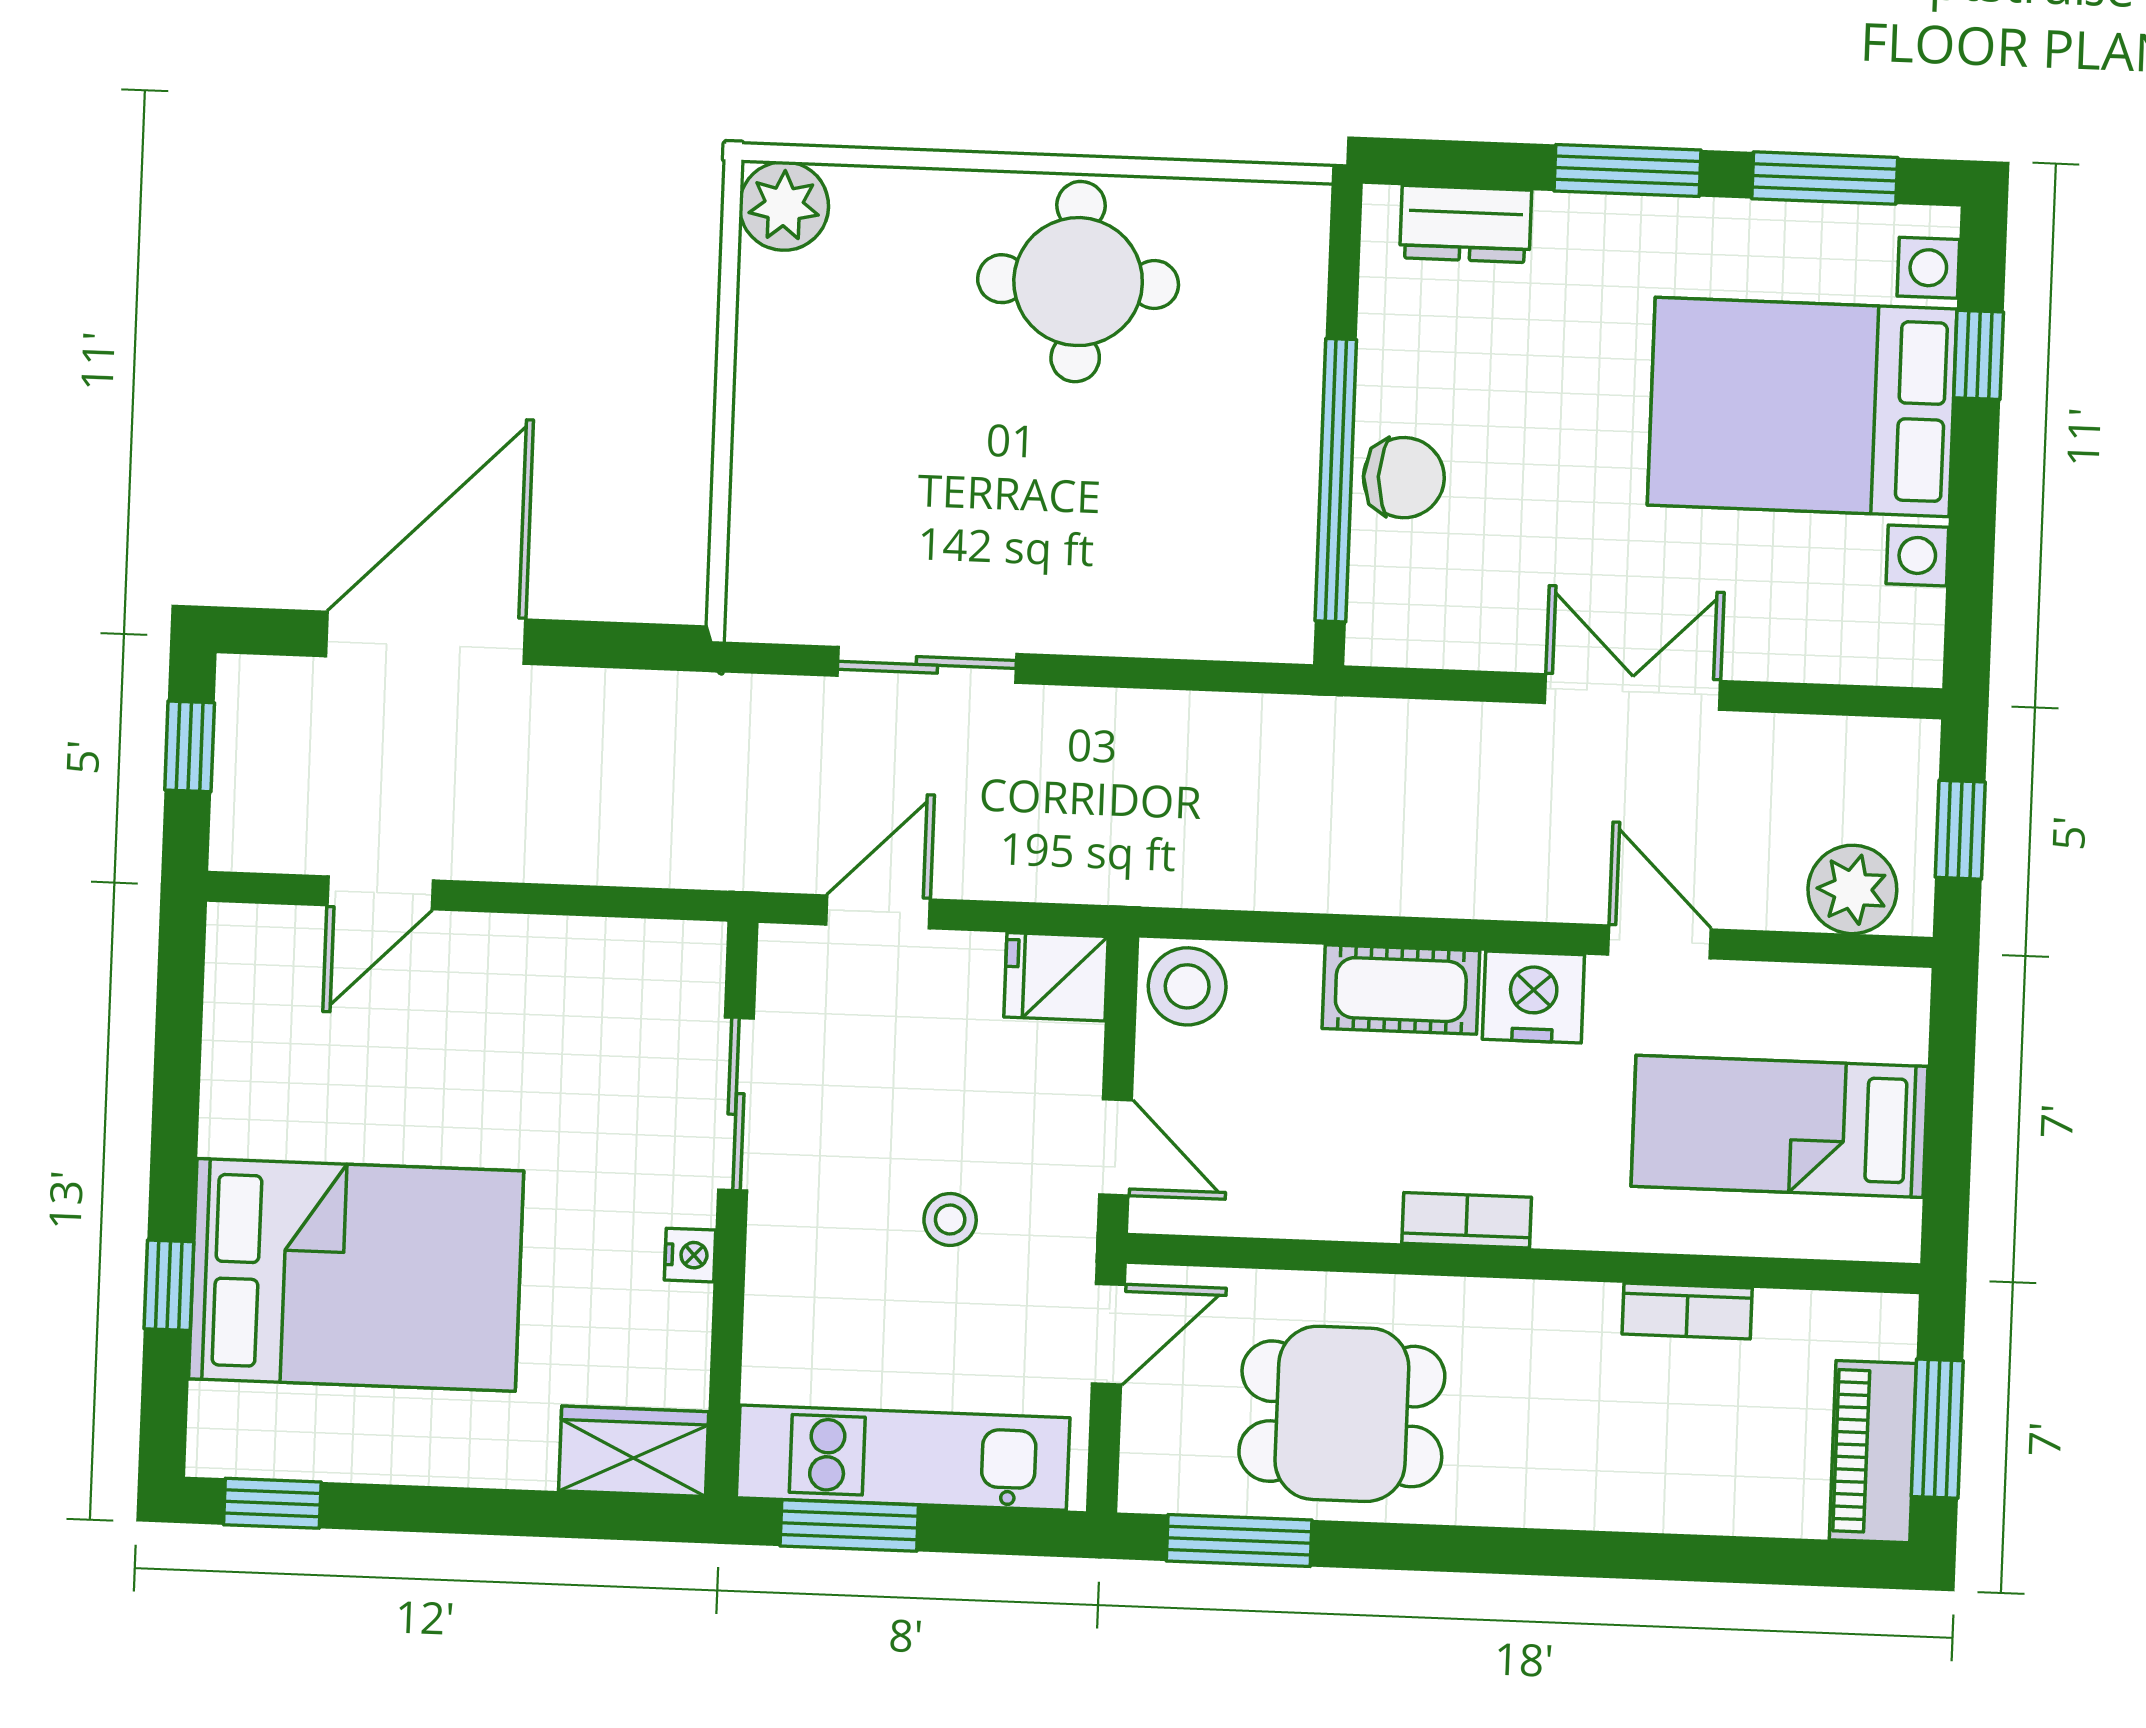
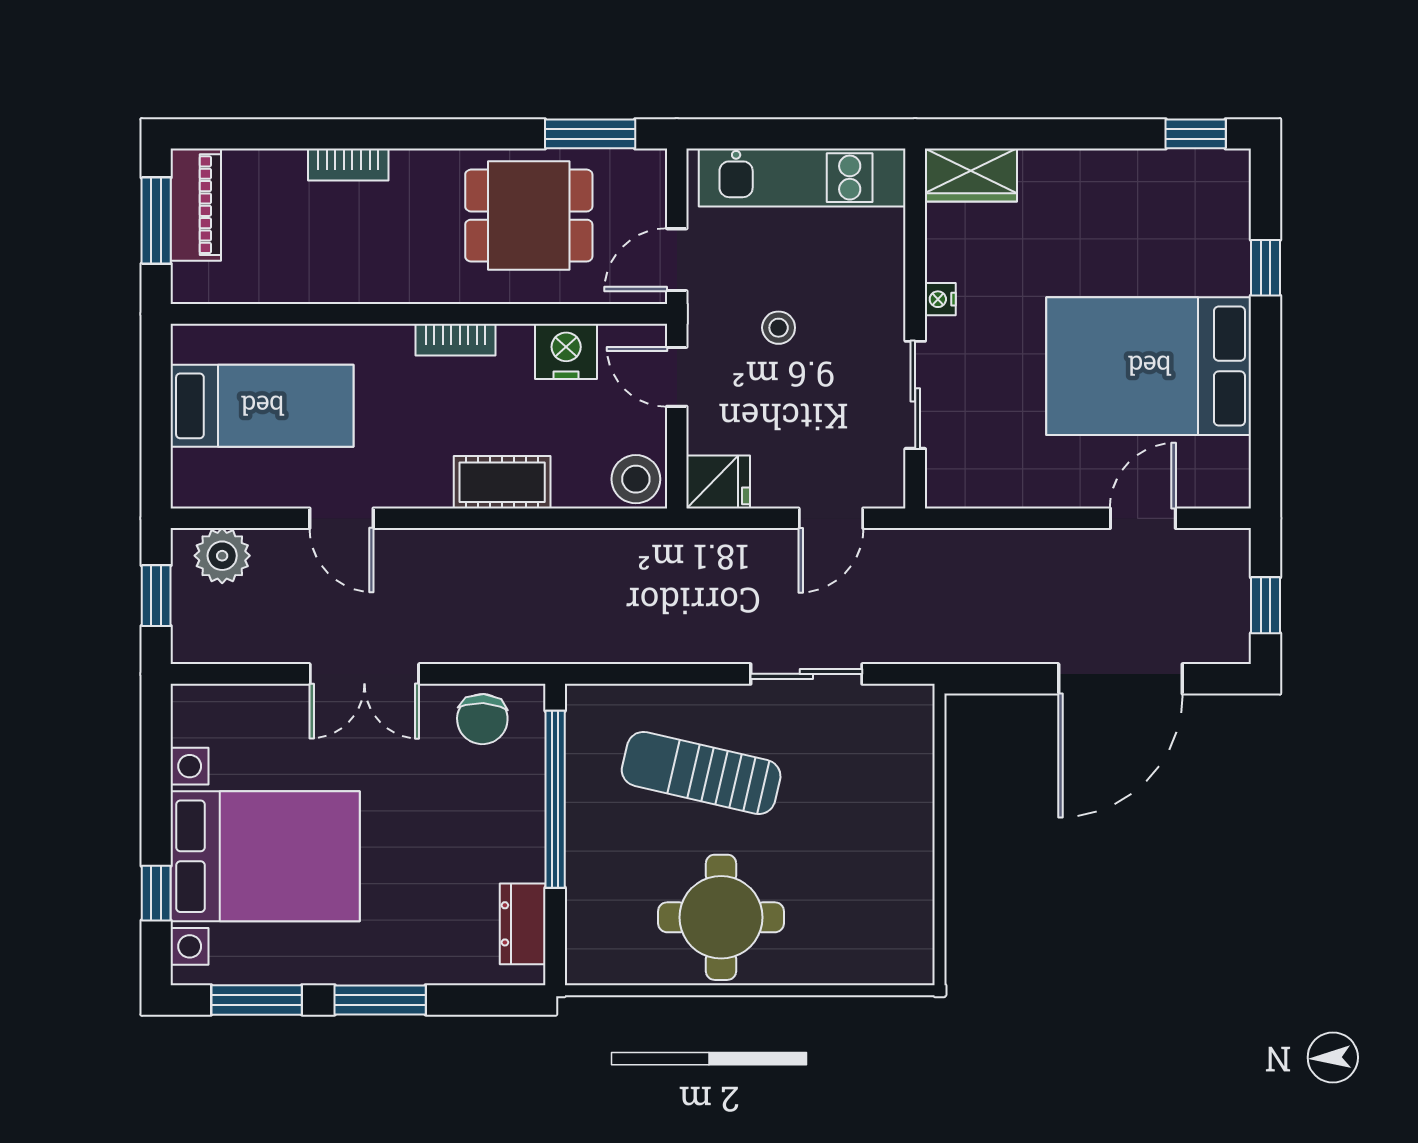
plant: (784, 206) -> (907, 958), removed
dresser: (1466, 224) -> (523, 924), moved, turned -90
chair: (1404, 478) -> (482, 719), moved, turned -87
sun lounger: (1101, 513) -> (701, 773), added
nightstand: (1533, 997) -> (566, 351), moved, turned 180
bed: (356, 1275) -> (1149, 366), moved
bookcase: (1687, 1311) -> (348, 164), moved, turned 180
window: (849, 1525) -> (834, 134), removed

